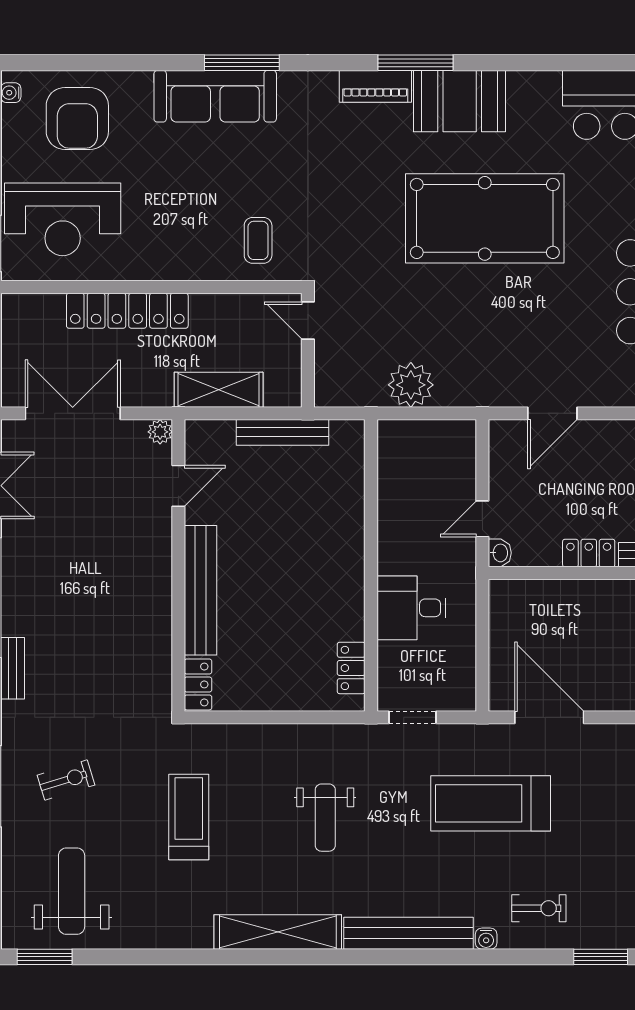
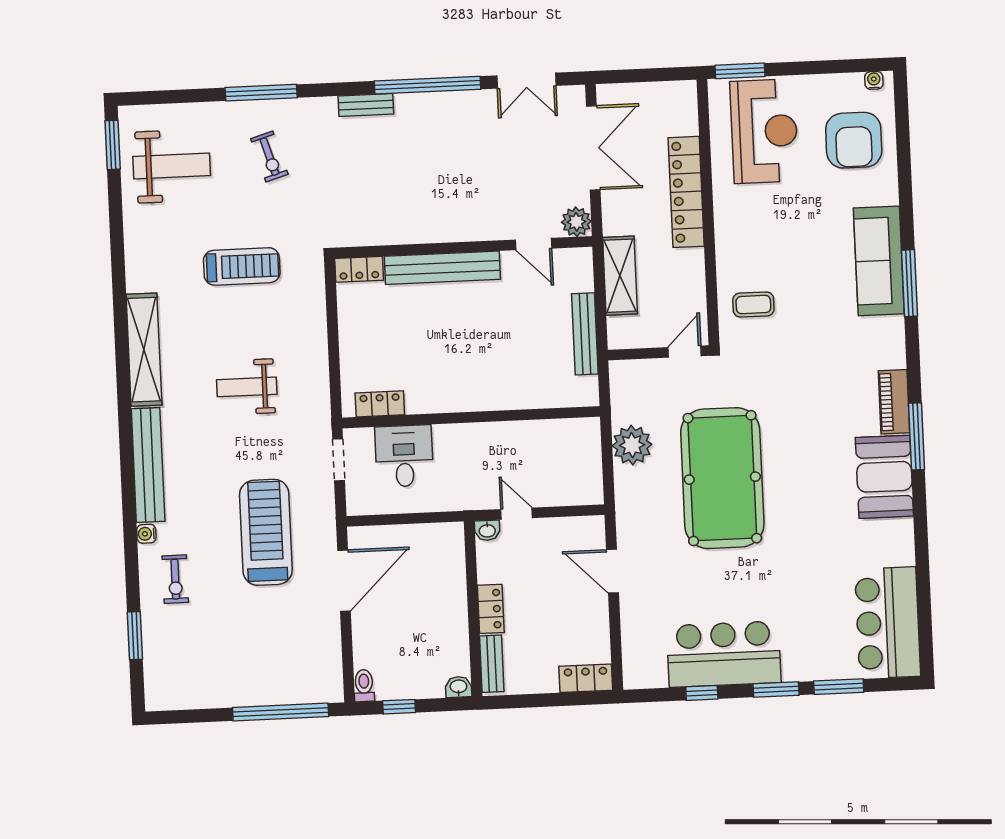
armchair: (77, 119) -> (854, 140), turned -90
pool table: (485, 218) -> (722, 478), moved
reception desk: (63, 219) -> (764, 131), turned 180
plant: (160, 432) -> (576, 222), width x1.38, depth x1.38
desk: (411, 608) -> (404, 456), moved

